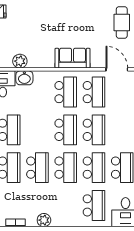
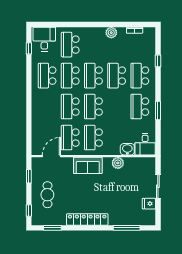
plant: (20, 61) -> (118, 163), moved
door: (117, 69) -> (51, 156), swing flipped

